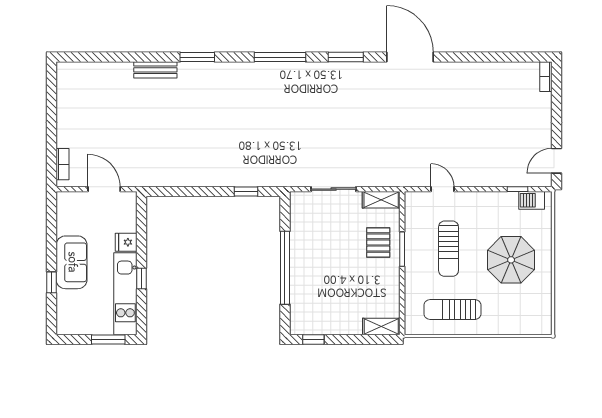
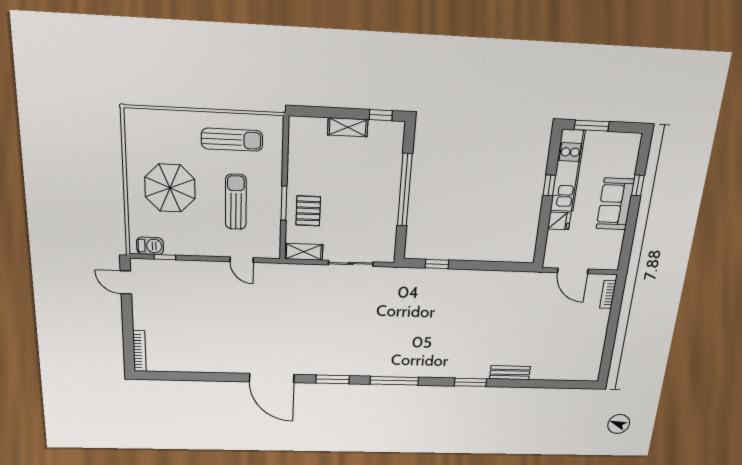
bookcase: (546, 77) -> (139, 351), width x1.56
door: (556, 161) -> (126, 282), swing flipped
shelving: (381, 327) -> (348, 127), moved

